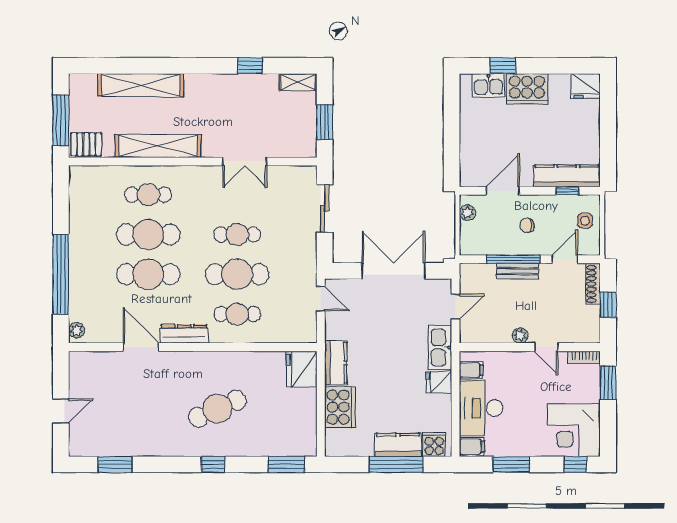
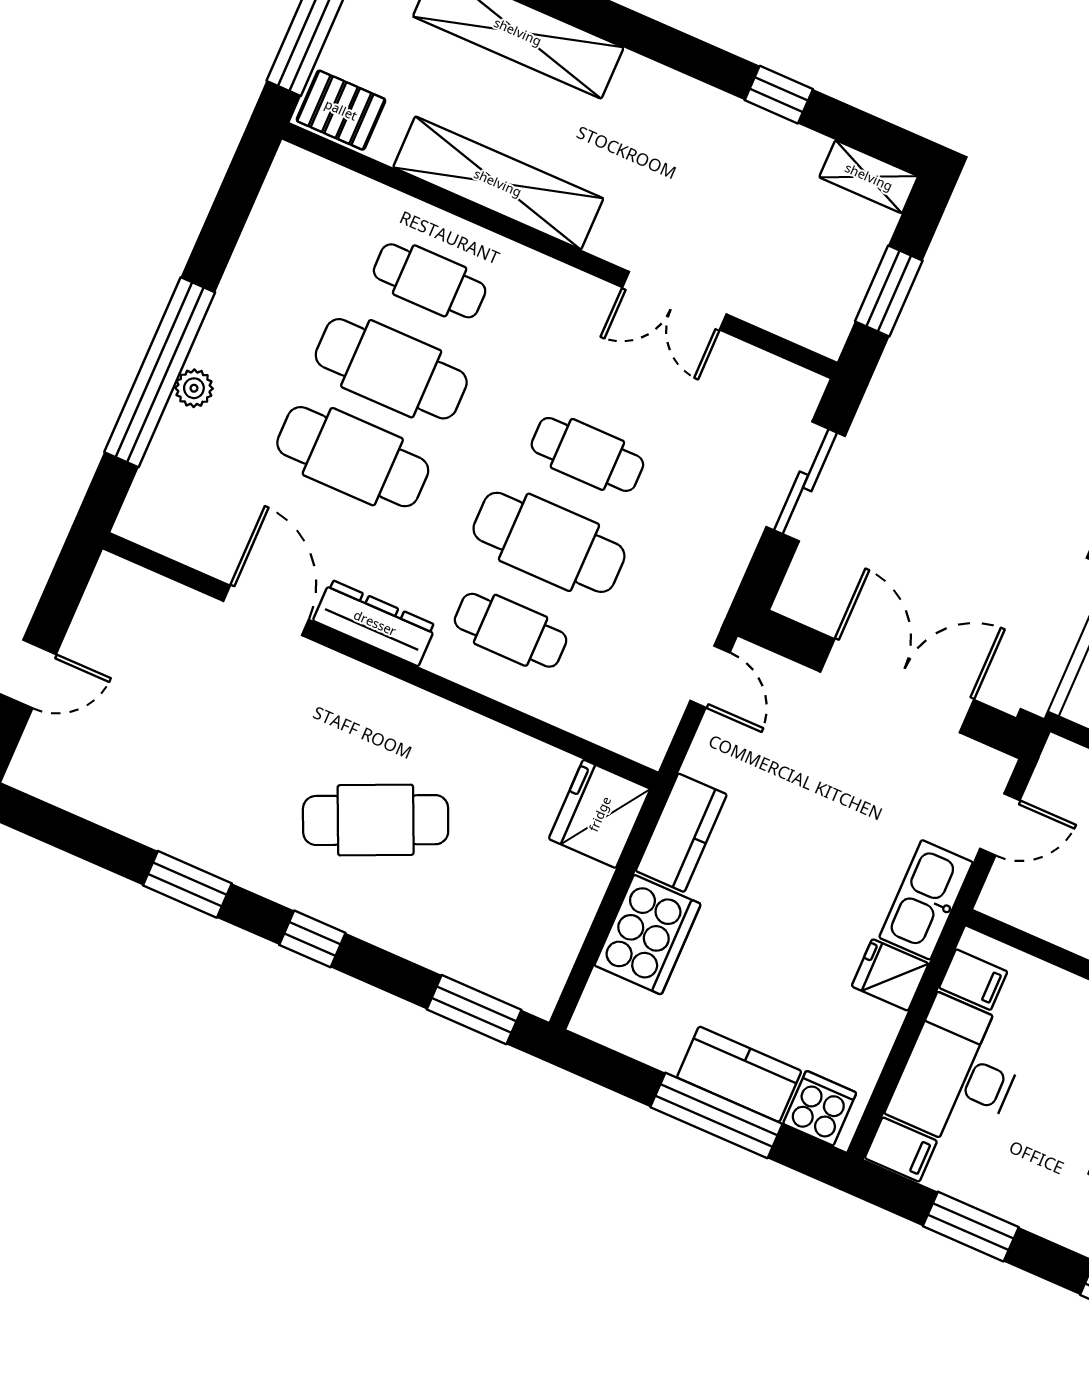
plant: (77, 330) -> (194, 388), moved
window: (115, 464) -> (187, 884), moved

